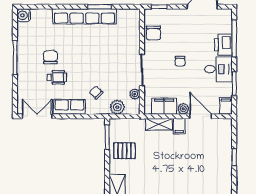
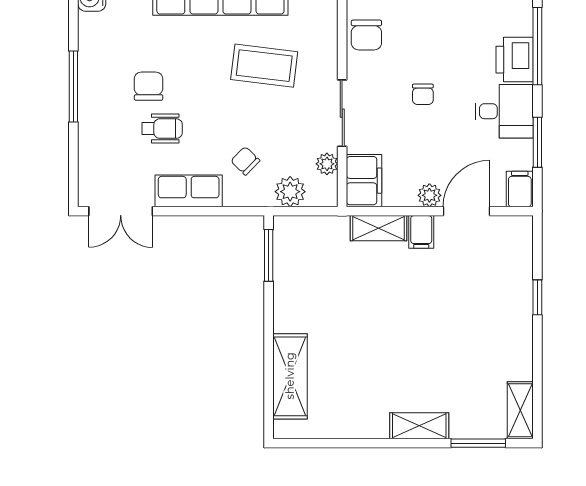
coffee table: (105, 48) -> (264, 66), added
filing cabinet: (164, 106) -> (364, 181), moved, turned 90
double door: (37, 116) -> (121, 211), swing flipped
door: (201, 116) -> (467, 211), hinge flipped
pallet: (124, 151) -> (305, 284), removed

